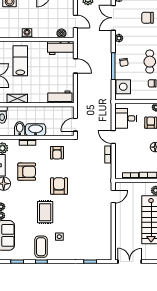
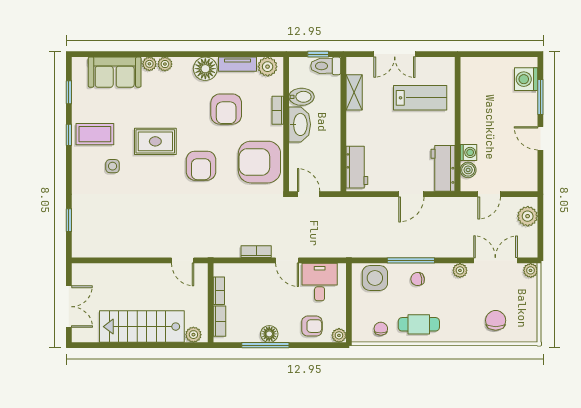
washing machine: (27, 33) -> (468, 152), moved
door: (113, 137) -> (287, 260), swing flipped
armchair: (57, 153) -> (259, 162), width x1.88, depth x1.88
armchair: (59, 186) -> (201, 166), turned 90
double door: (130, 262) -> (69, 307), moved

